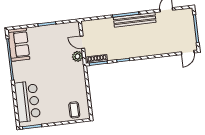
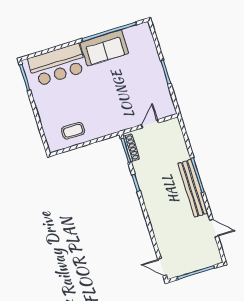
sofa: (19, 44) -> (104, 48), moved
plant: (78, 56) -> (130, 121), removed
coffee table: (74, 110) -> (73, 131), moved

